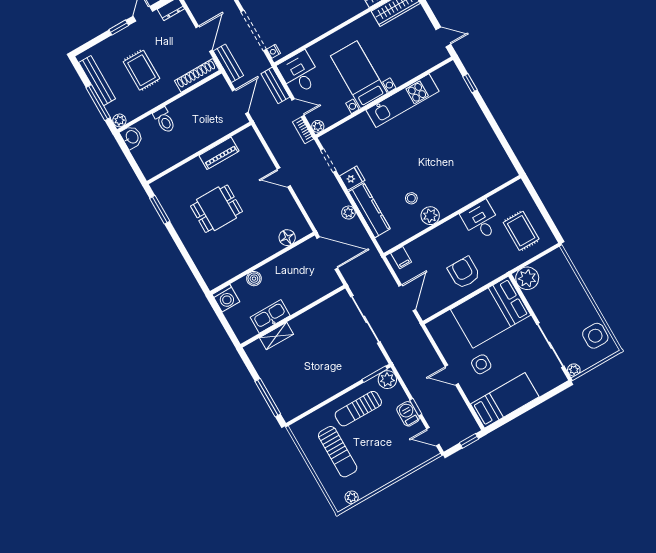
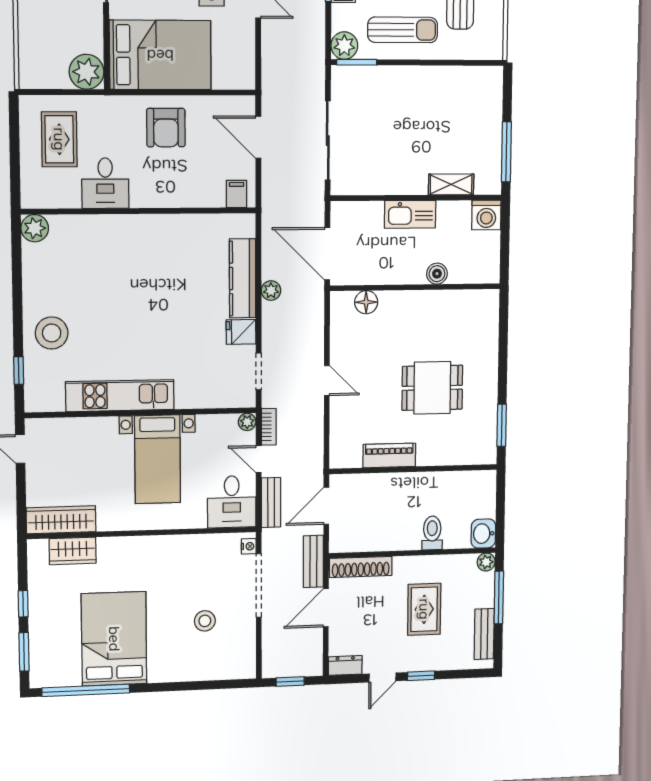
bench: (97, 81) -> (484, 634), width x0.73
stool: (411, 198) -> (52, 333), moved, width x1.89, depth x1.89
plant: (430, 216) -> (35, 228), moved
washing machine: (226, 298) -> (486, 215), moved, turned 180
door: (407, 298) -> (258, 137), hinge flipped
kitchen sink: (270, 316) -> (410, 214), moved
window: (268, 398) -> (506, 152), moved

